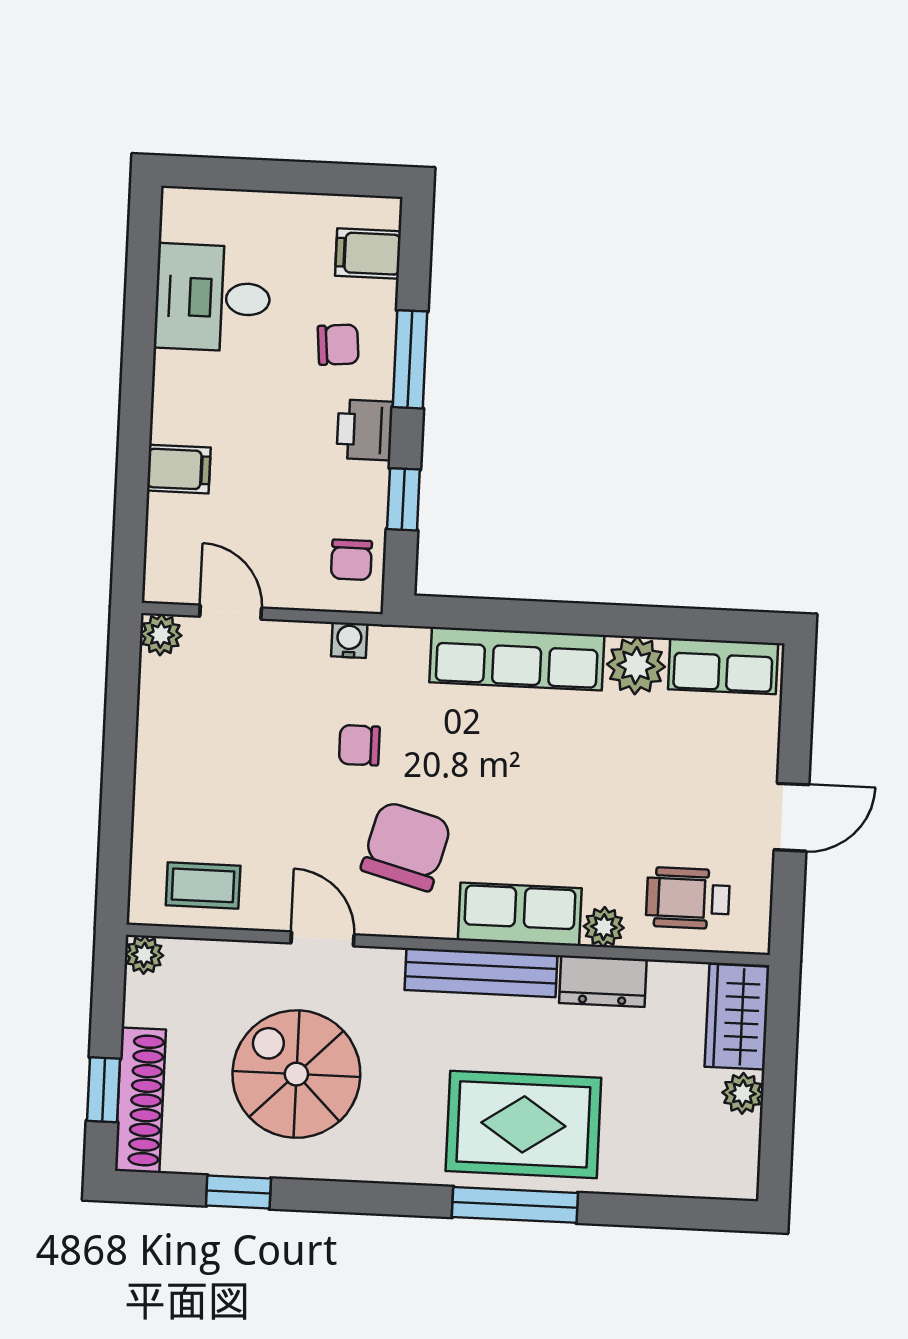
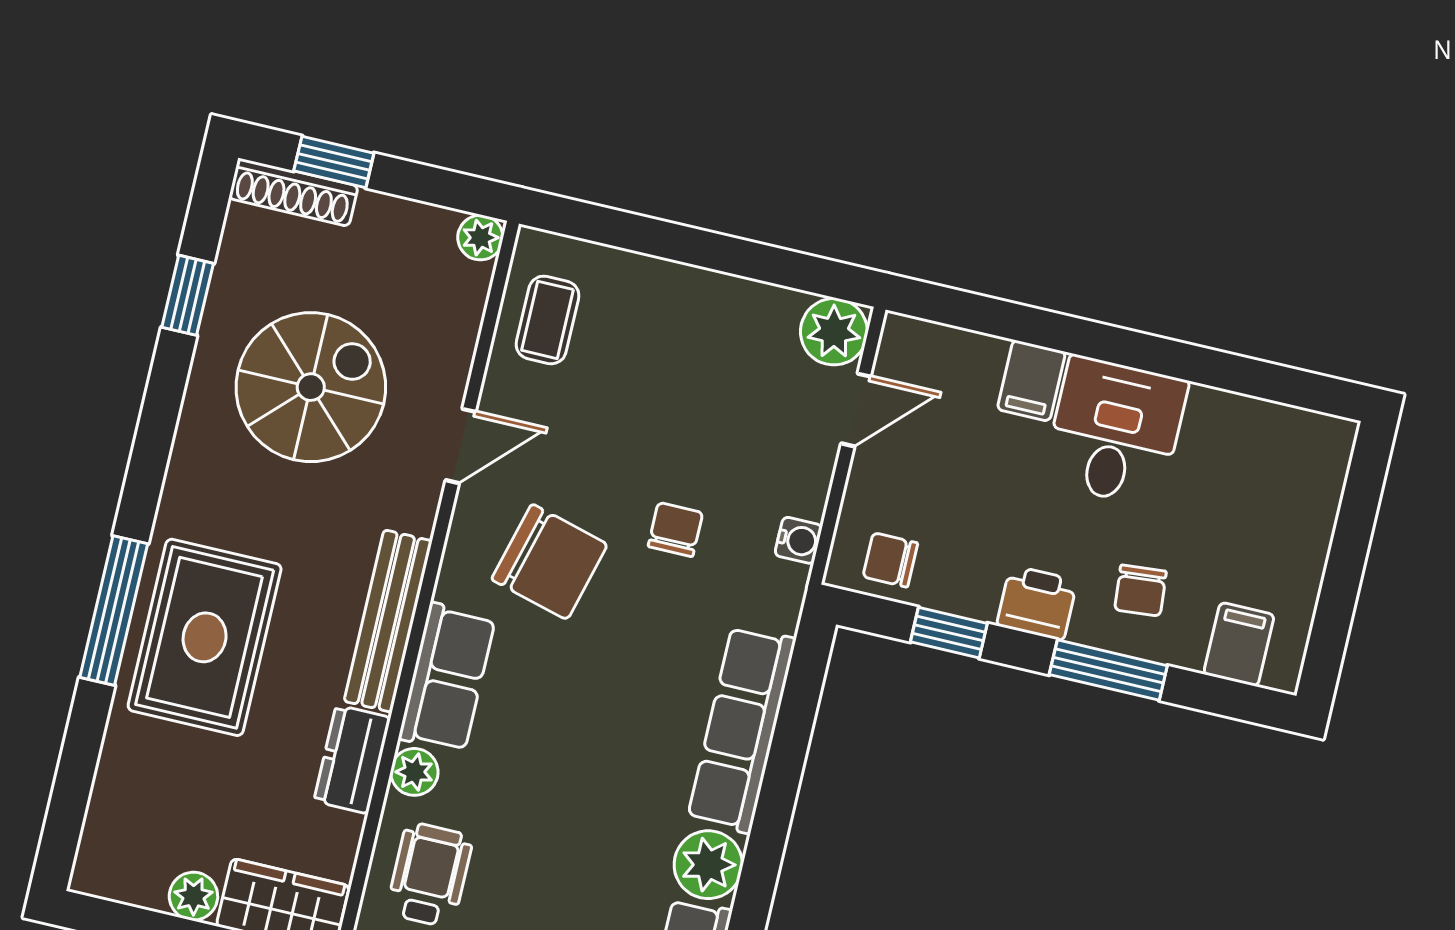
desk: (213, 298) -> (1115, 431), moved
plant: (161, 635) -> (834, 332), width x1.38, depth x1.38
shoe rack: (140, 1100) -> (293, 192), width x0.74, depth x0.81

